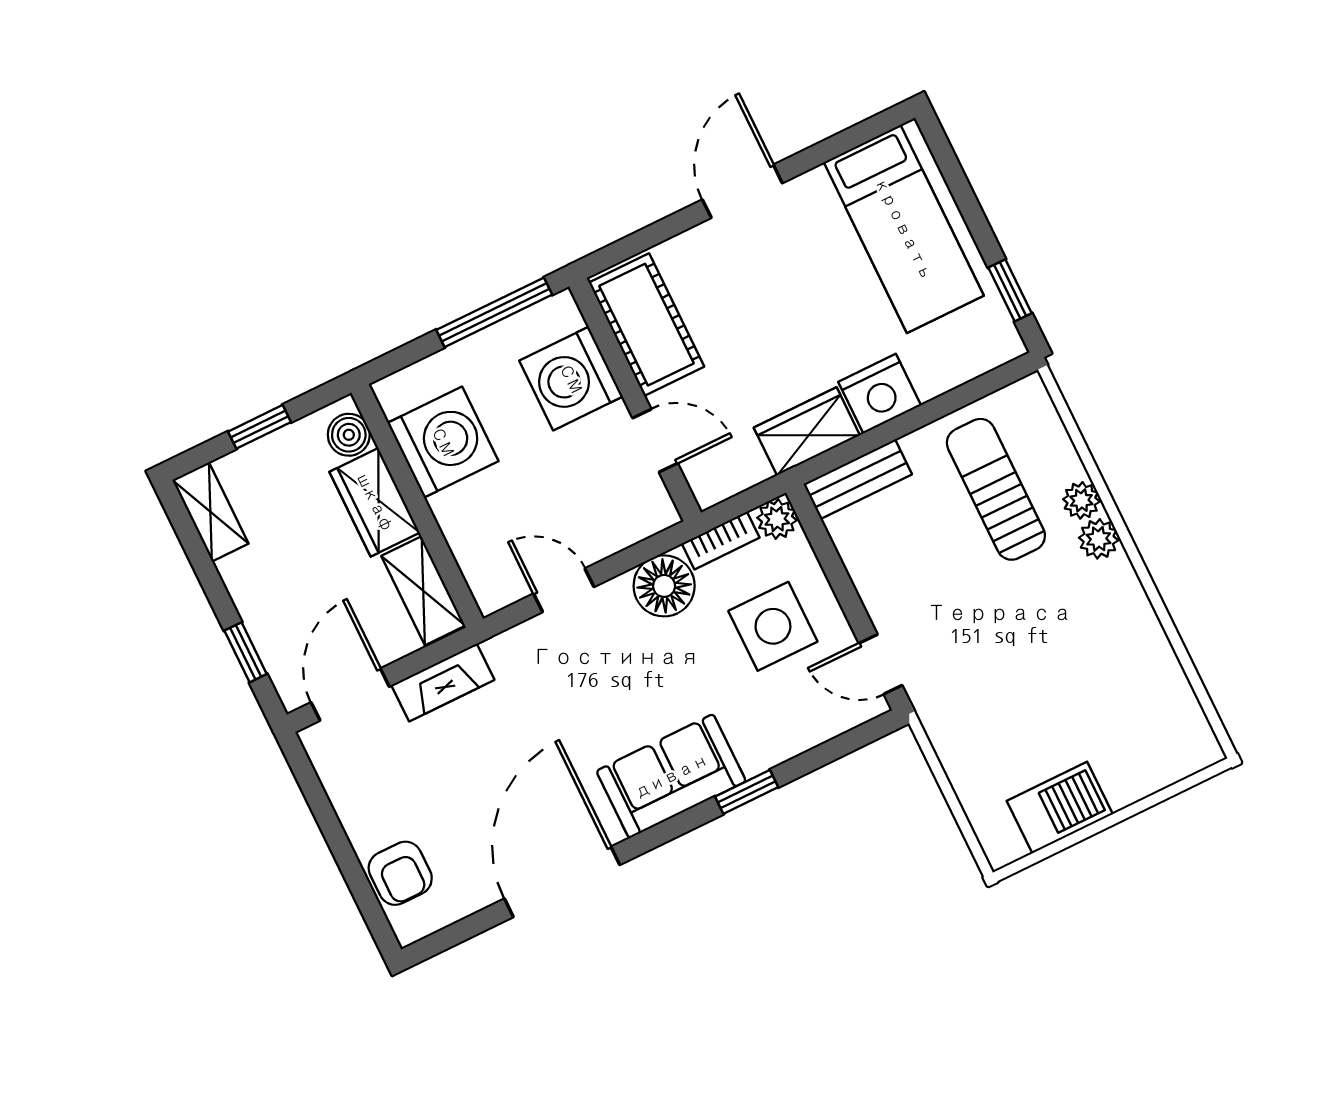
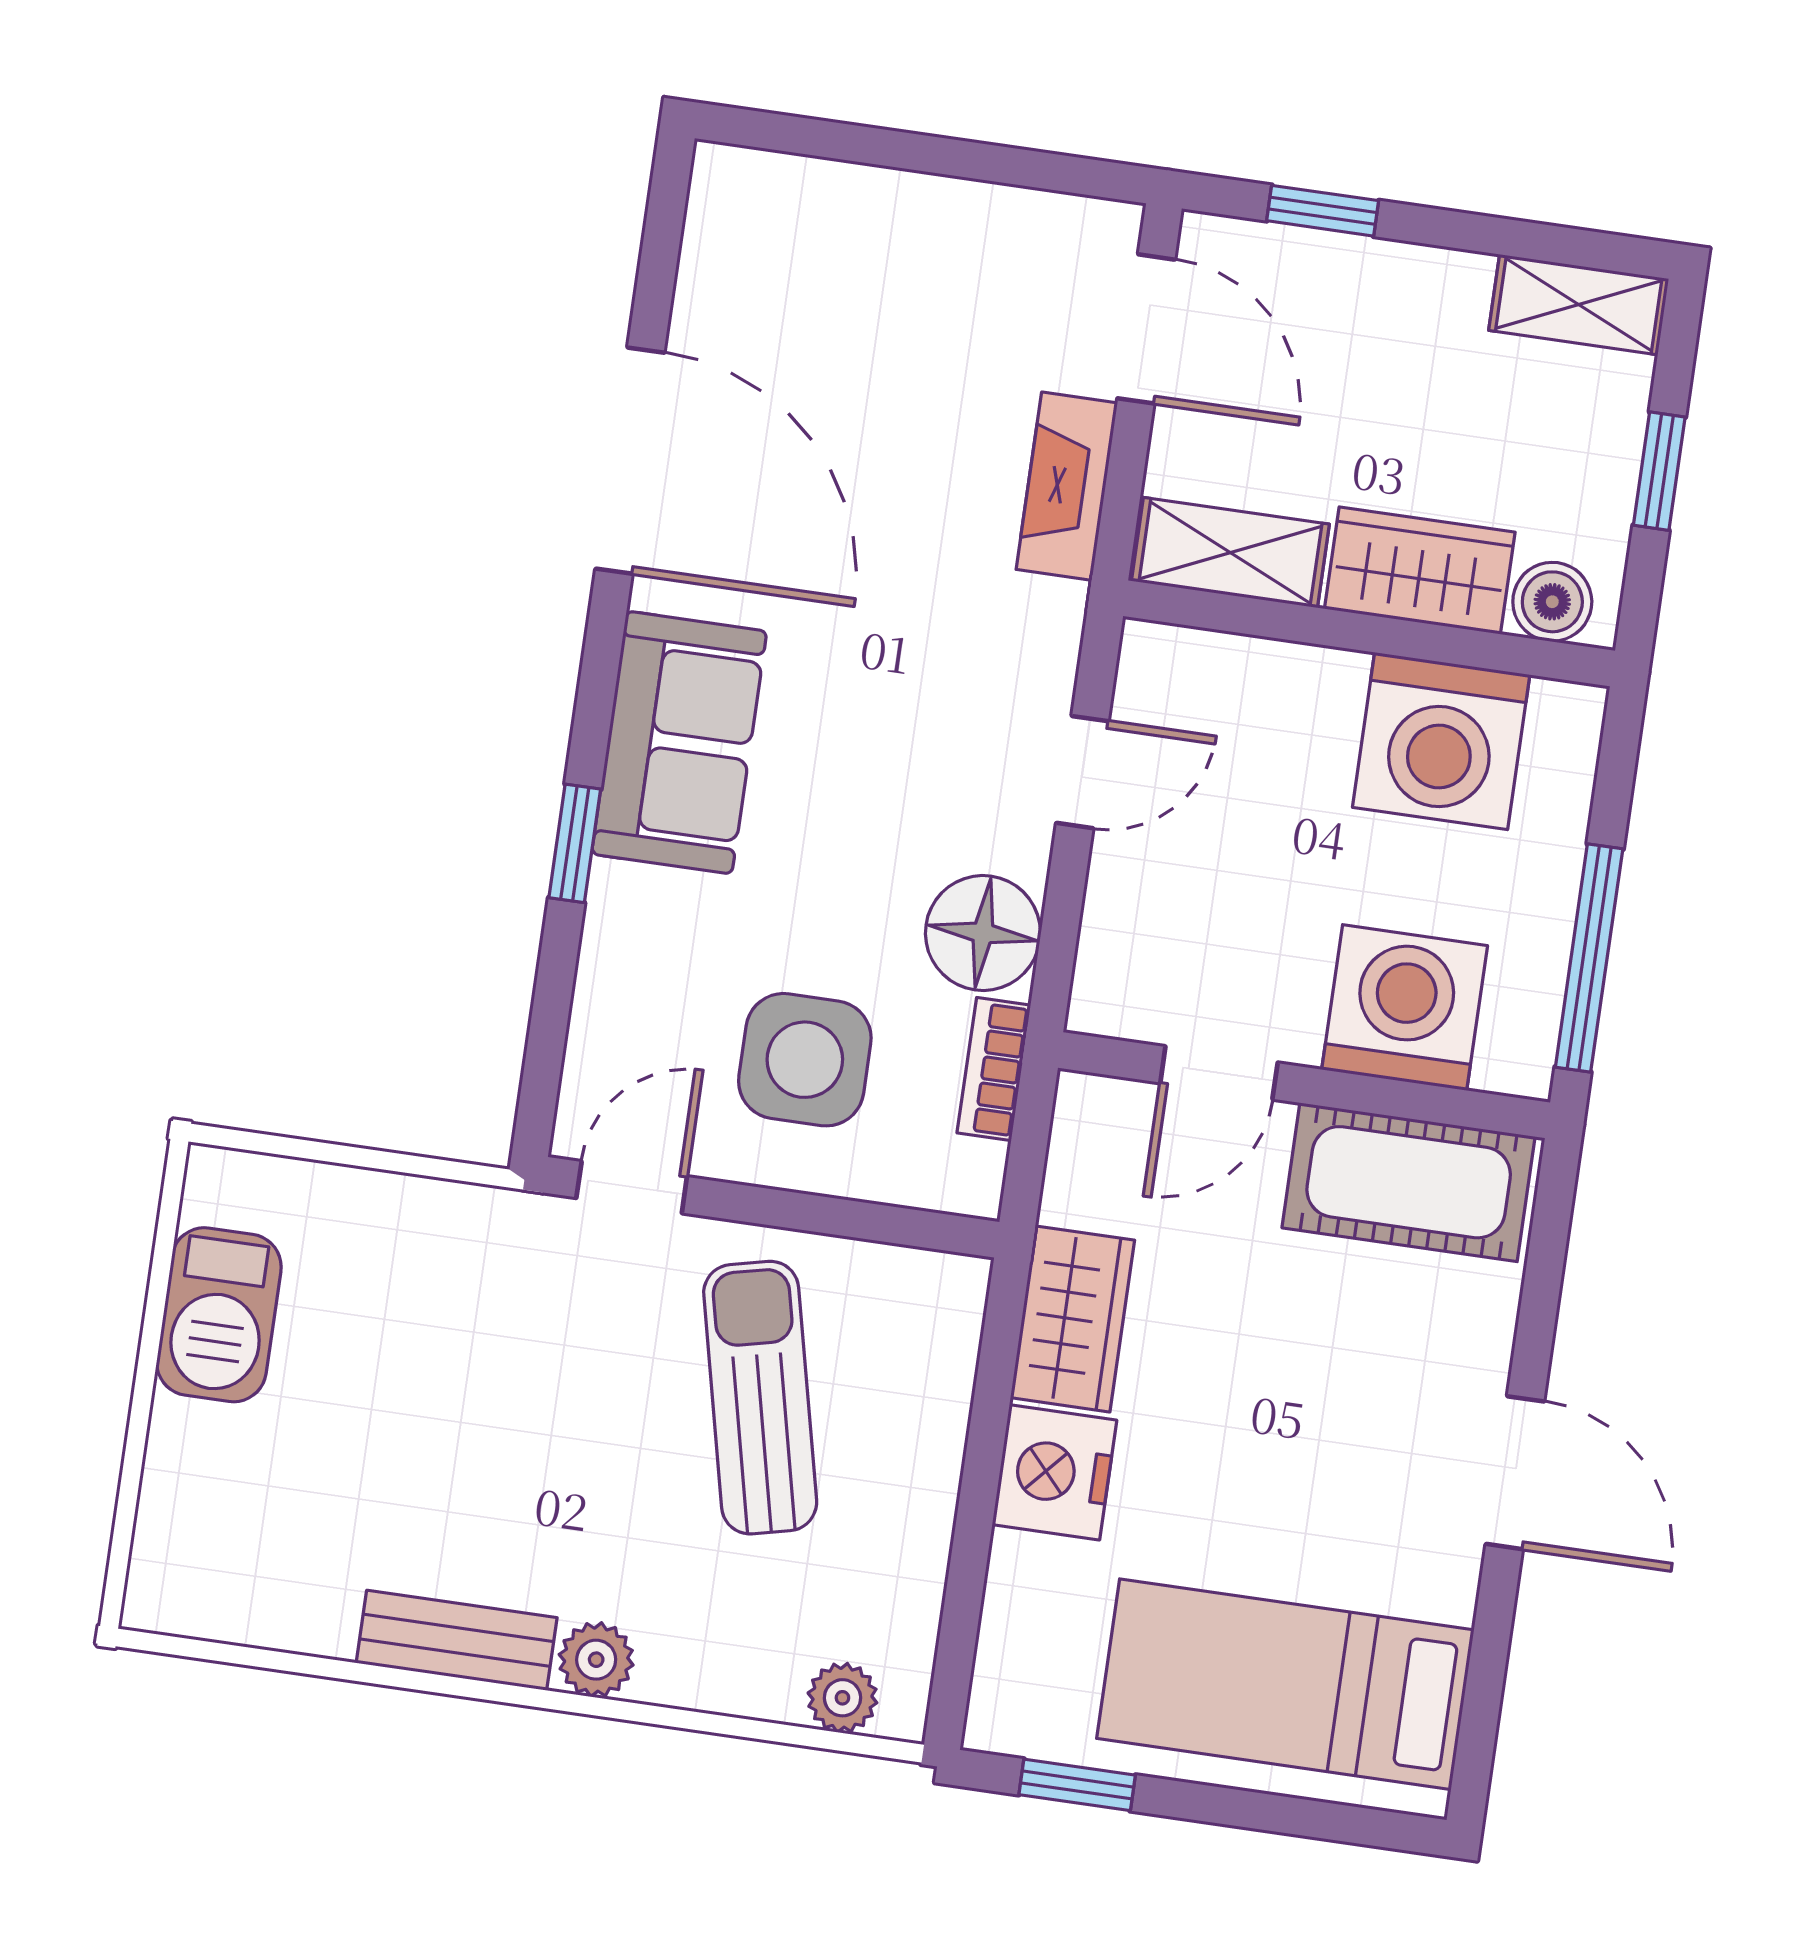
bench: (858, 479) -> (457, 1640), moved, turned 90
sun lounger: (996, 489) -> (760, 1398), moved, turned -103
plant: (1081, 500) -> (842, 1698), moved
plant: (777, 519) -> (968, 1180), removed
armchair: (400, 873) -> (815, 218), removed

